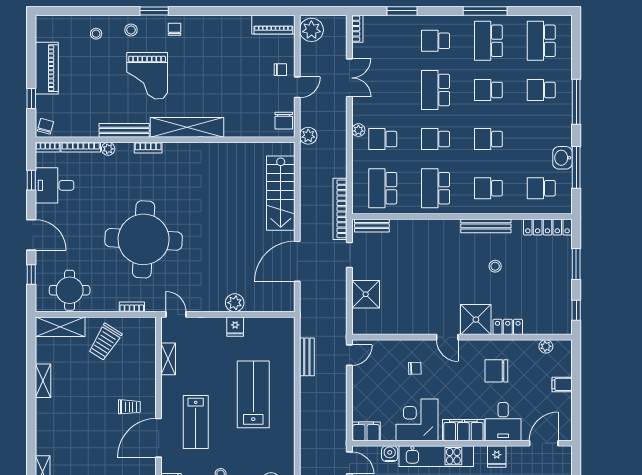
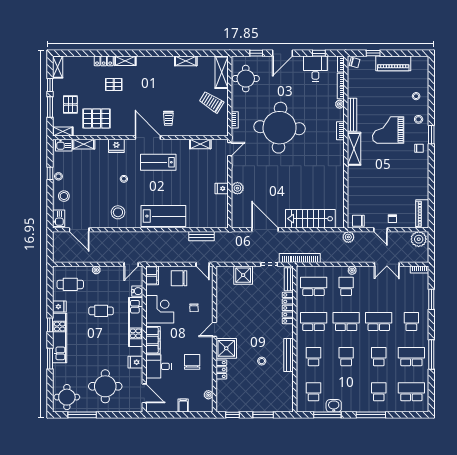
shelving: (187, 127) -> (354, 149), width x0.68
school desk: (436, 139) -> (346, 322), width x1.85
locker: (547, 227) -> (288, 308), moved
chair: (370, 391) -> (179, 278), added
lab bench: (253, 394) -> (163, 216), moved

